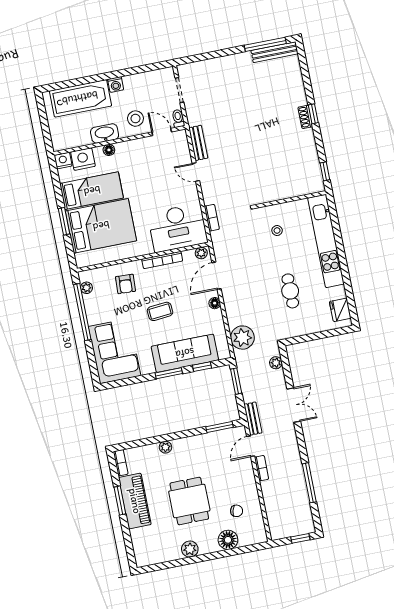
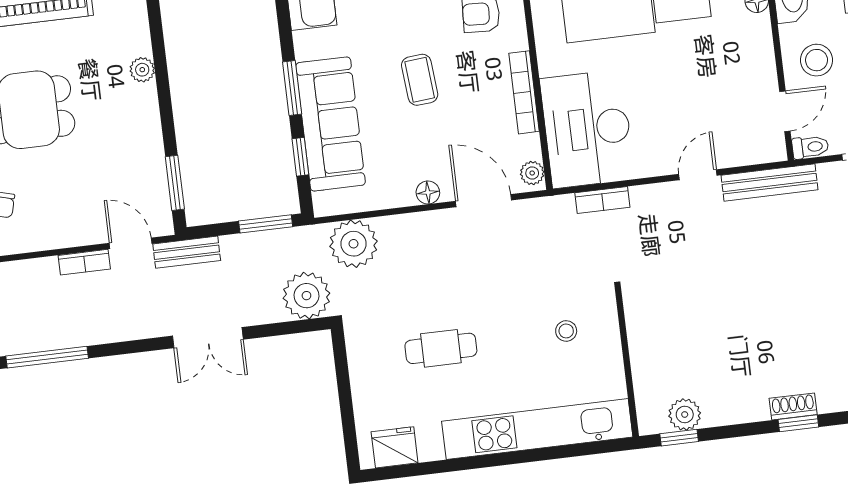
bench: (198, 143) -> (770, 182), width x1.36
plant: (313, 170) -> (685, 415), added
plant: (276, 363) -> (306, 296), width x1.88, depth x1.88

